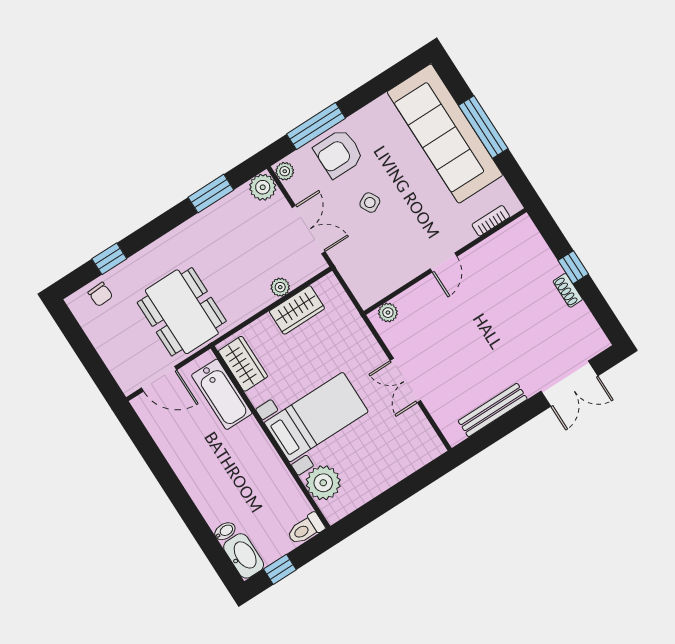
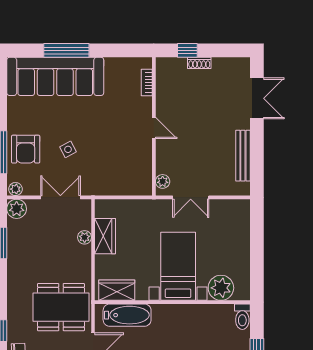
bookcase: (491, 221) -> (147, 83), moved
wall: (445, 262) -> (154, 126), moved
door: (443, 263) -> (154, 128), moved
plant: (388, 313) -> (163, 181), moved

